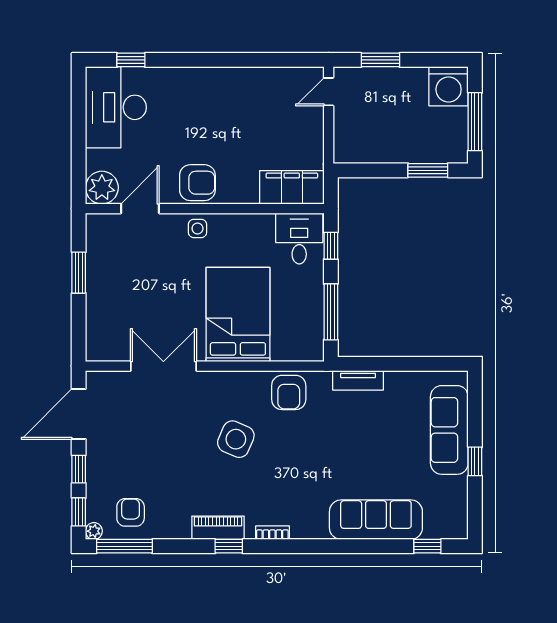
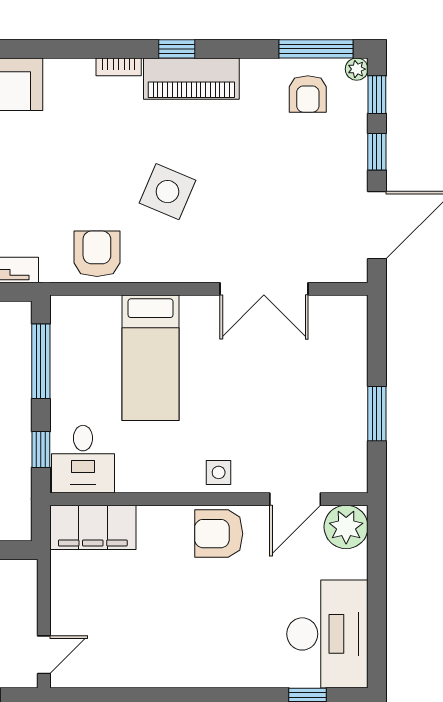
bed: (238, 314) -> (151, 358), width x0.67
piano: (218, 528) -> (191, 79), width x1.37, depth x1.33

